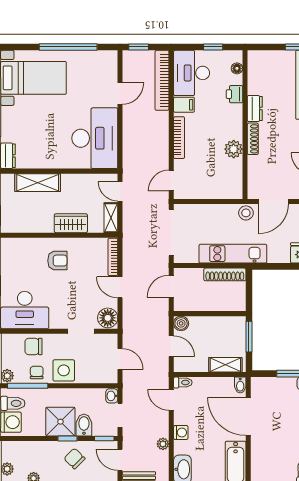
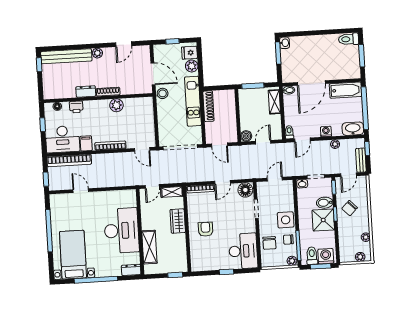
desk: (95, 138) -> (122, 231), moved, turned 90
plant: (281, 255) -> (192, 66), added

